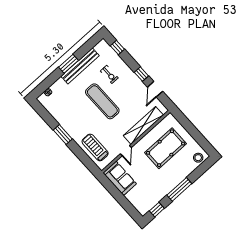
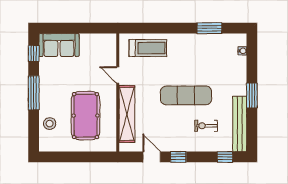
bench: (80, 66) -> (240, 124), moved
window: (63, 134) -> (210, 28), moved
stool: (198, 158) -> (50, 124), moved
sofa: (120, 178) -> (59, 45), moved

